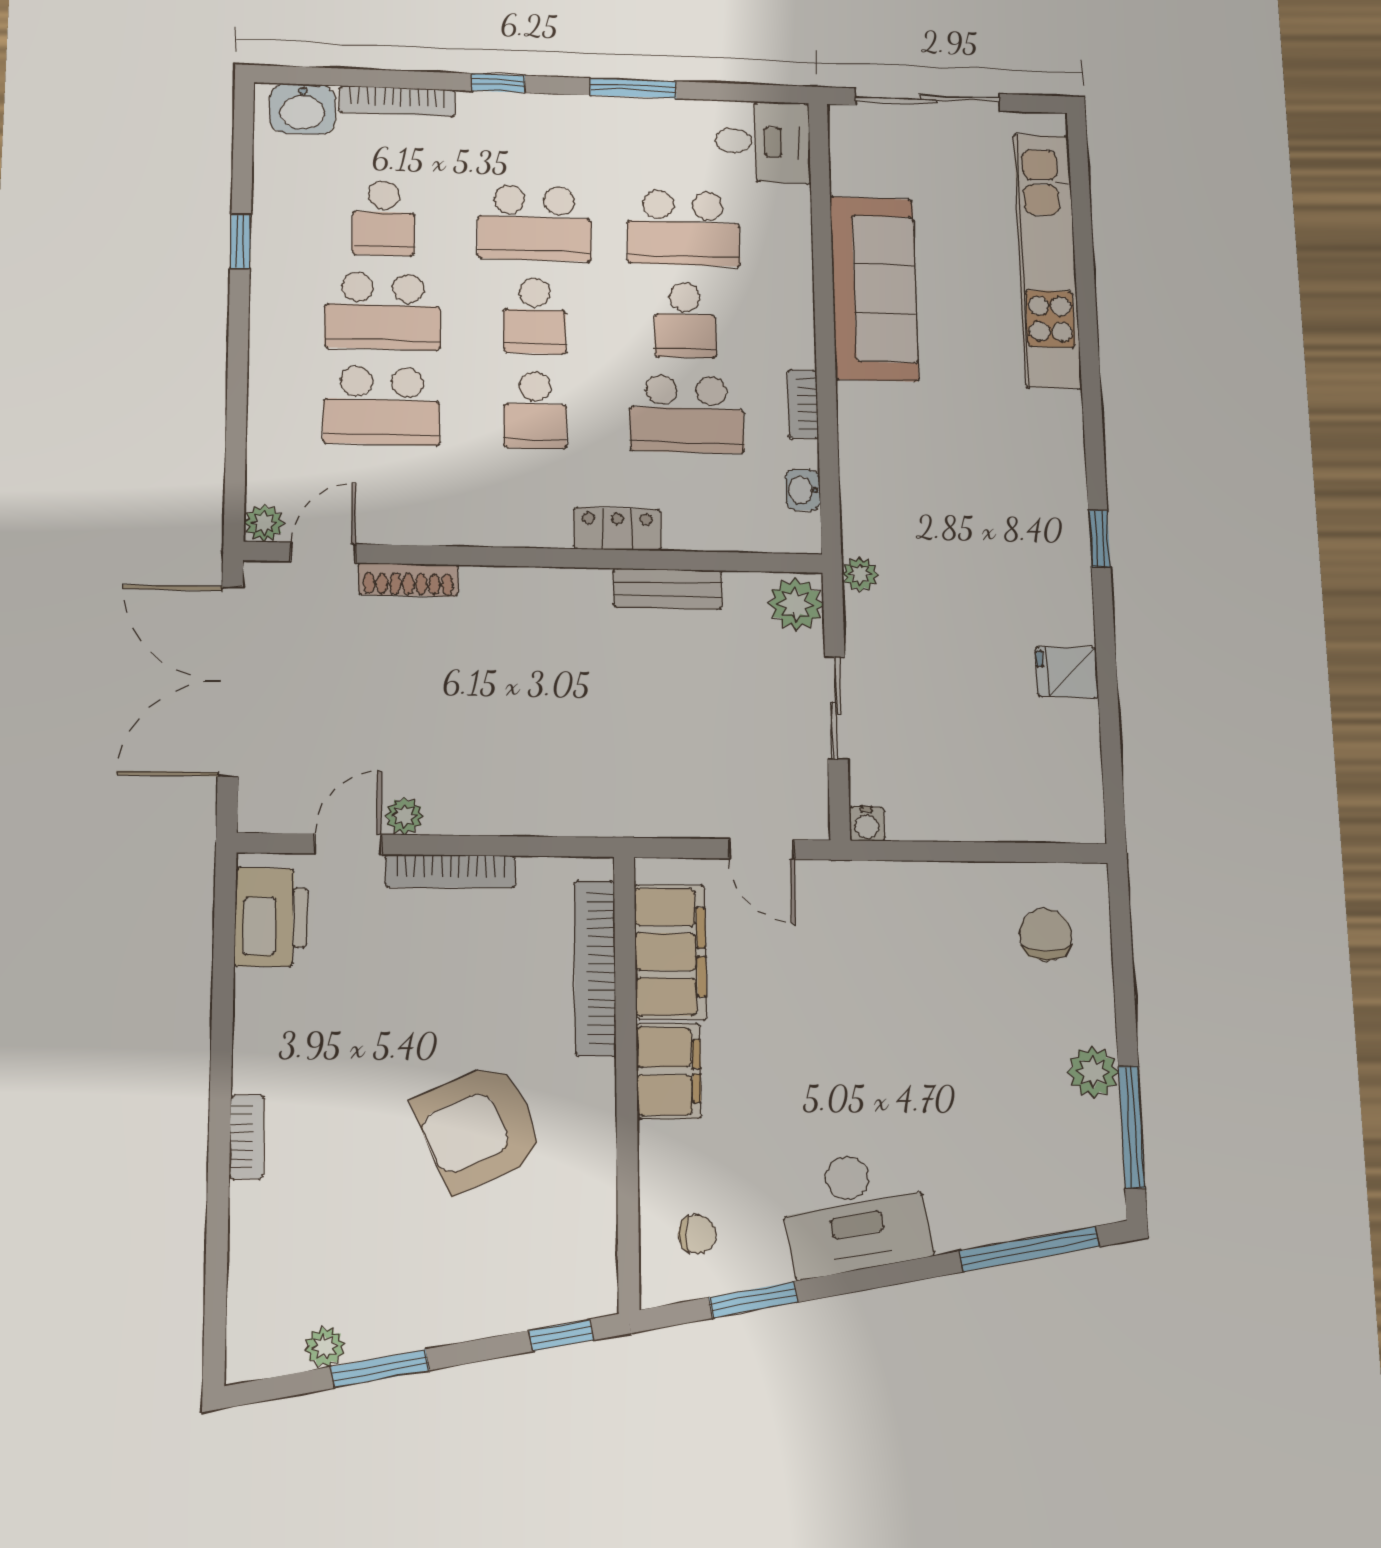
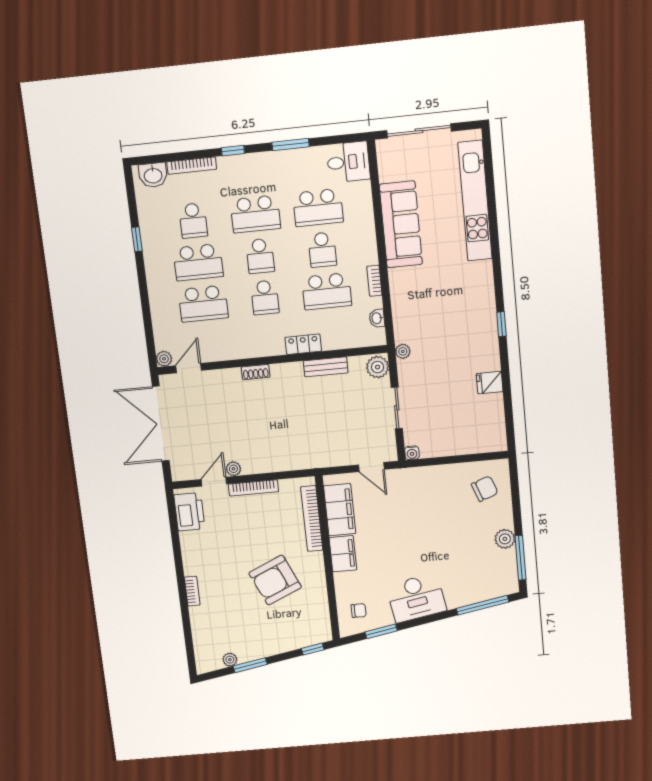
shoe rack: (408, 580) -> (256, 372), moved, width x0.70
chair: (1046, 935) -> (485, 489), turned 70

